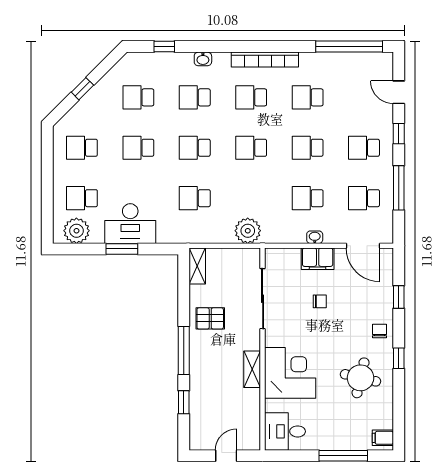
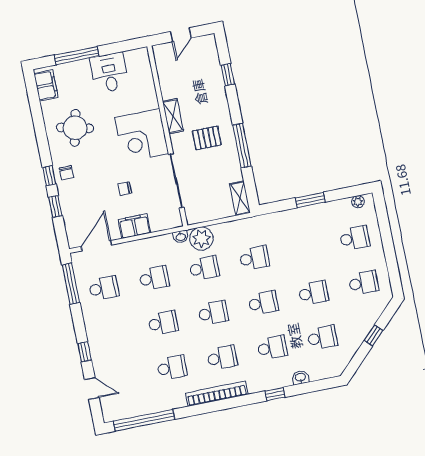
window: (164, 47) -> (275, 394), moved
washbasin: (203, 59) -> (300, 378), moved
school desk: (364, 148) -> (204, 268), moved
window: (399, 188) -> (71, 284), moved
desk: (130, 224) -> (307, 224), removed
plant: (76, 231) -> (358, 202), width x0.53, depth x0.53
washbasin: (315, 237) -> (181, 237), moved
door: (363, 246) -> (96, 246), hinge flipped
pallet: (210, 318) -> (207, 138), moved
window: (184, 351) -> (242, 146), moved
window: (399, 358) -> (49, 176), moved
corner desk: (290, 373) -> (142, 136), moved
desk: (285, 431) -> (109, 73), moved, turned -90
filing cabinet: (383, 438) -> (46, 85), width x2.00

